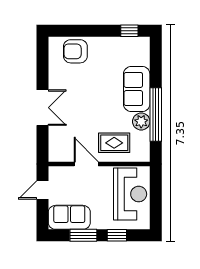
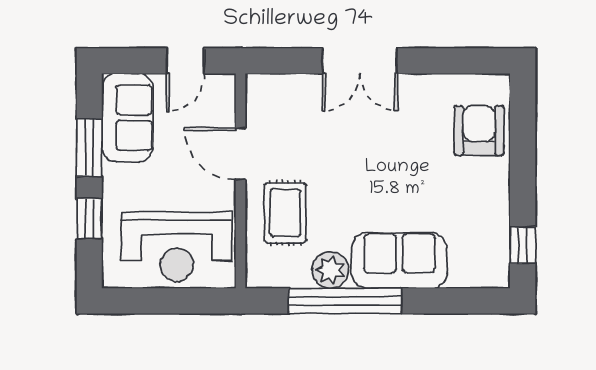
door: (86, 164) -> (240, 154), swing flipped
door: (42, 190) -> (185, 61), swing flipped

